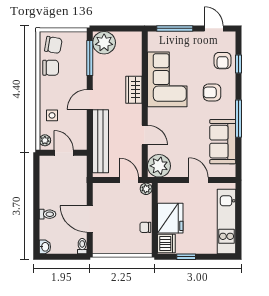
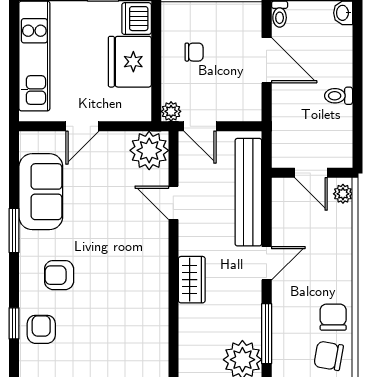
chair: (51, 68) -> (333, 317), turned 90
corner sofa: (167, 79) -> (135, 297), removed
armchair: (212, 92) -> (59, 275), turned 180
side table: (52, 115) -> (331, 236), removed
window: (239, 119) -> (14, 230), width x0.69
door: (198, 180) -> (82, 126), hinge flipped
toilet: (47, 214) -> (339, 96), moved
chair: (145, 227) -> (194, 52), moved

